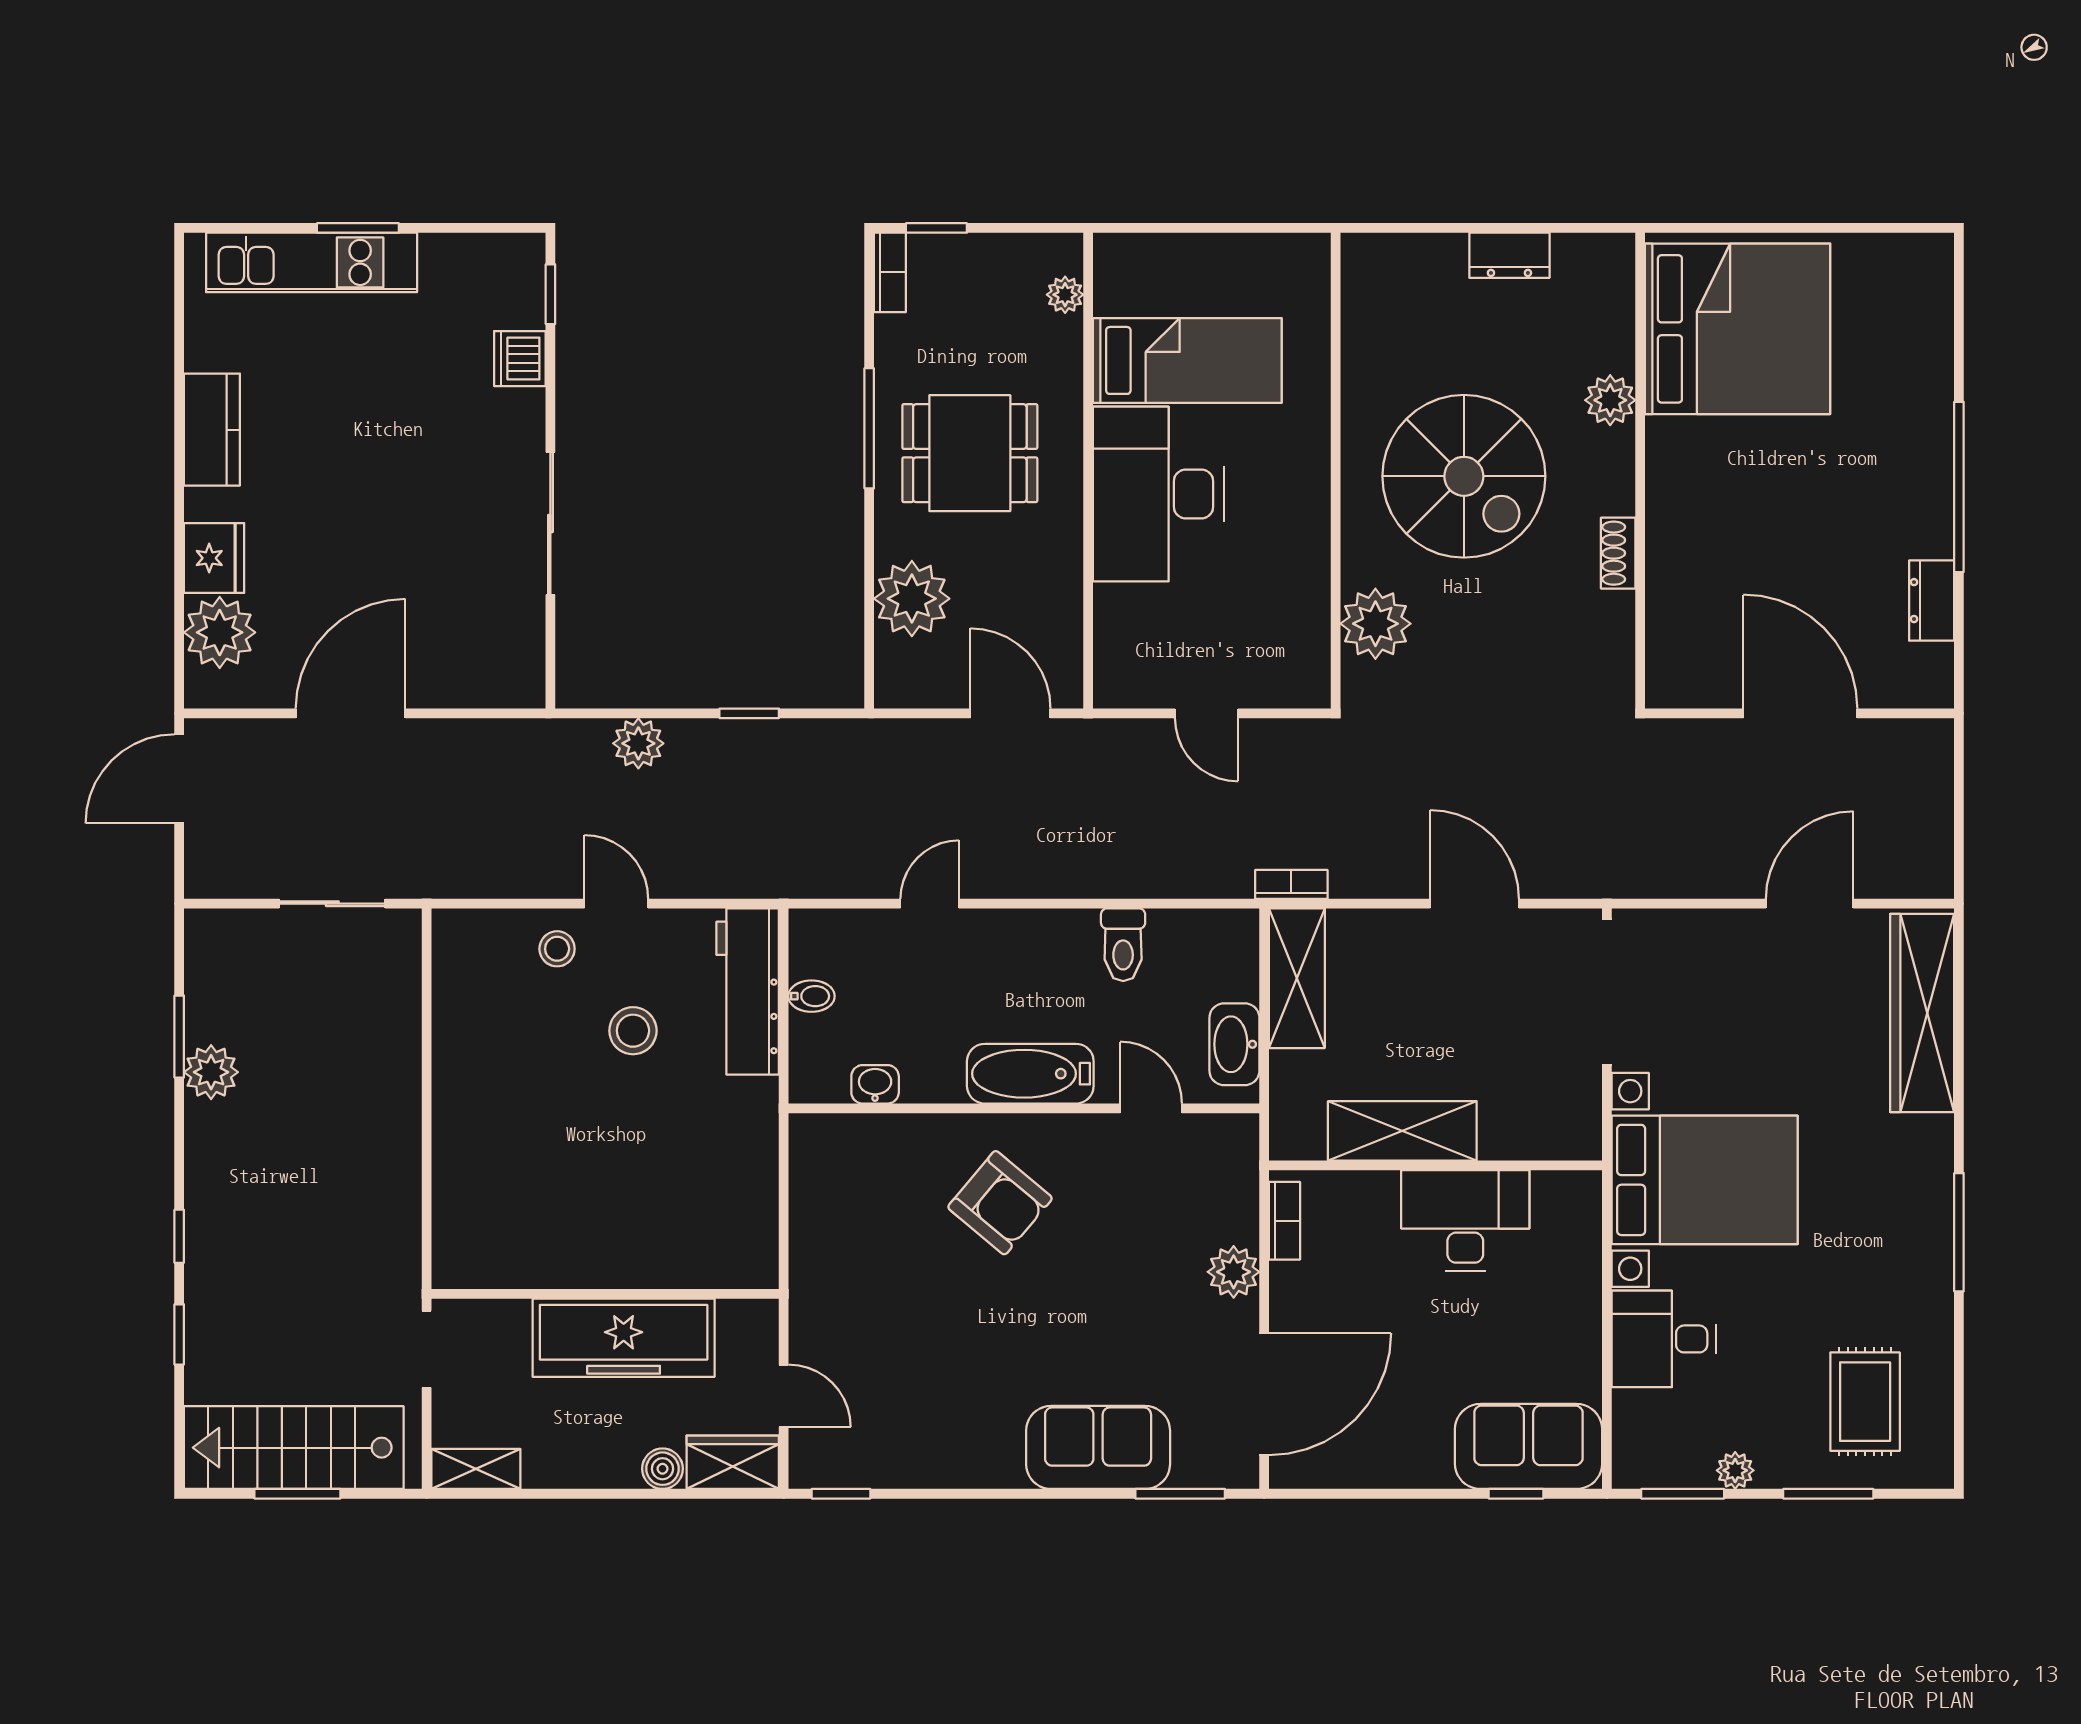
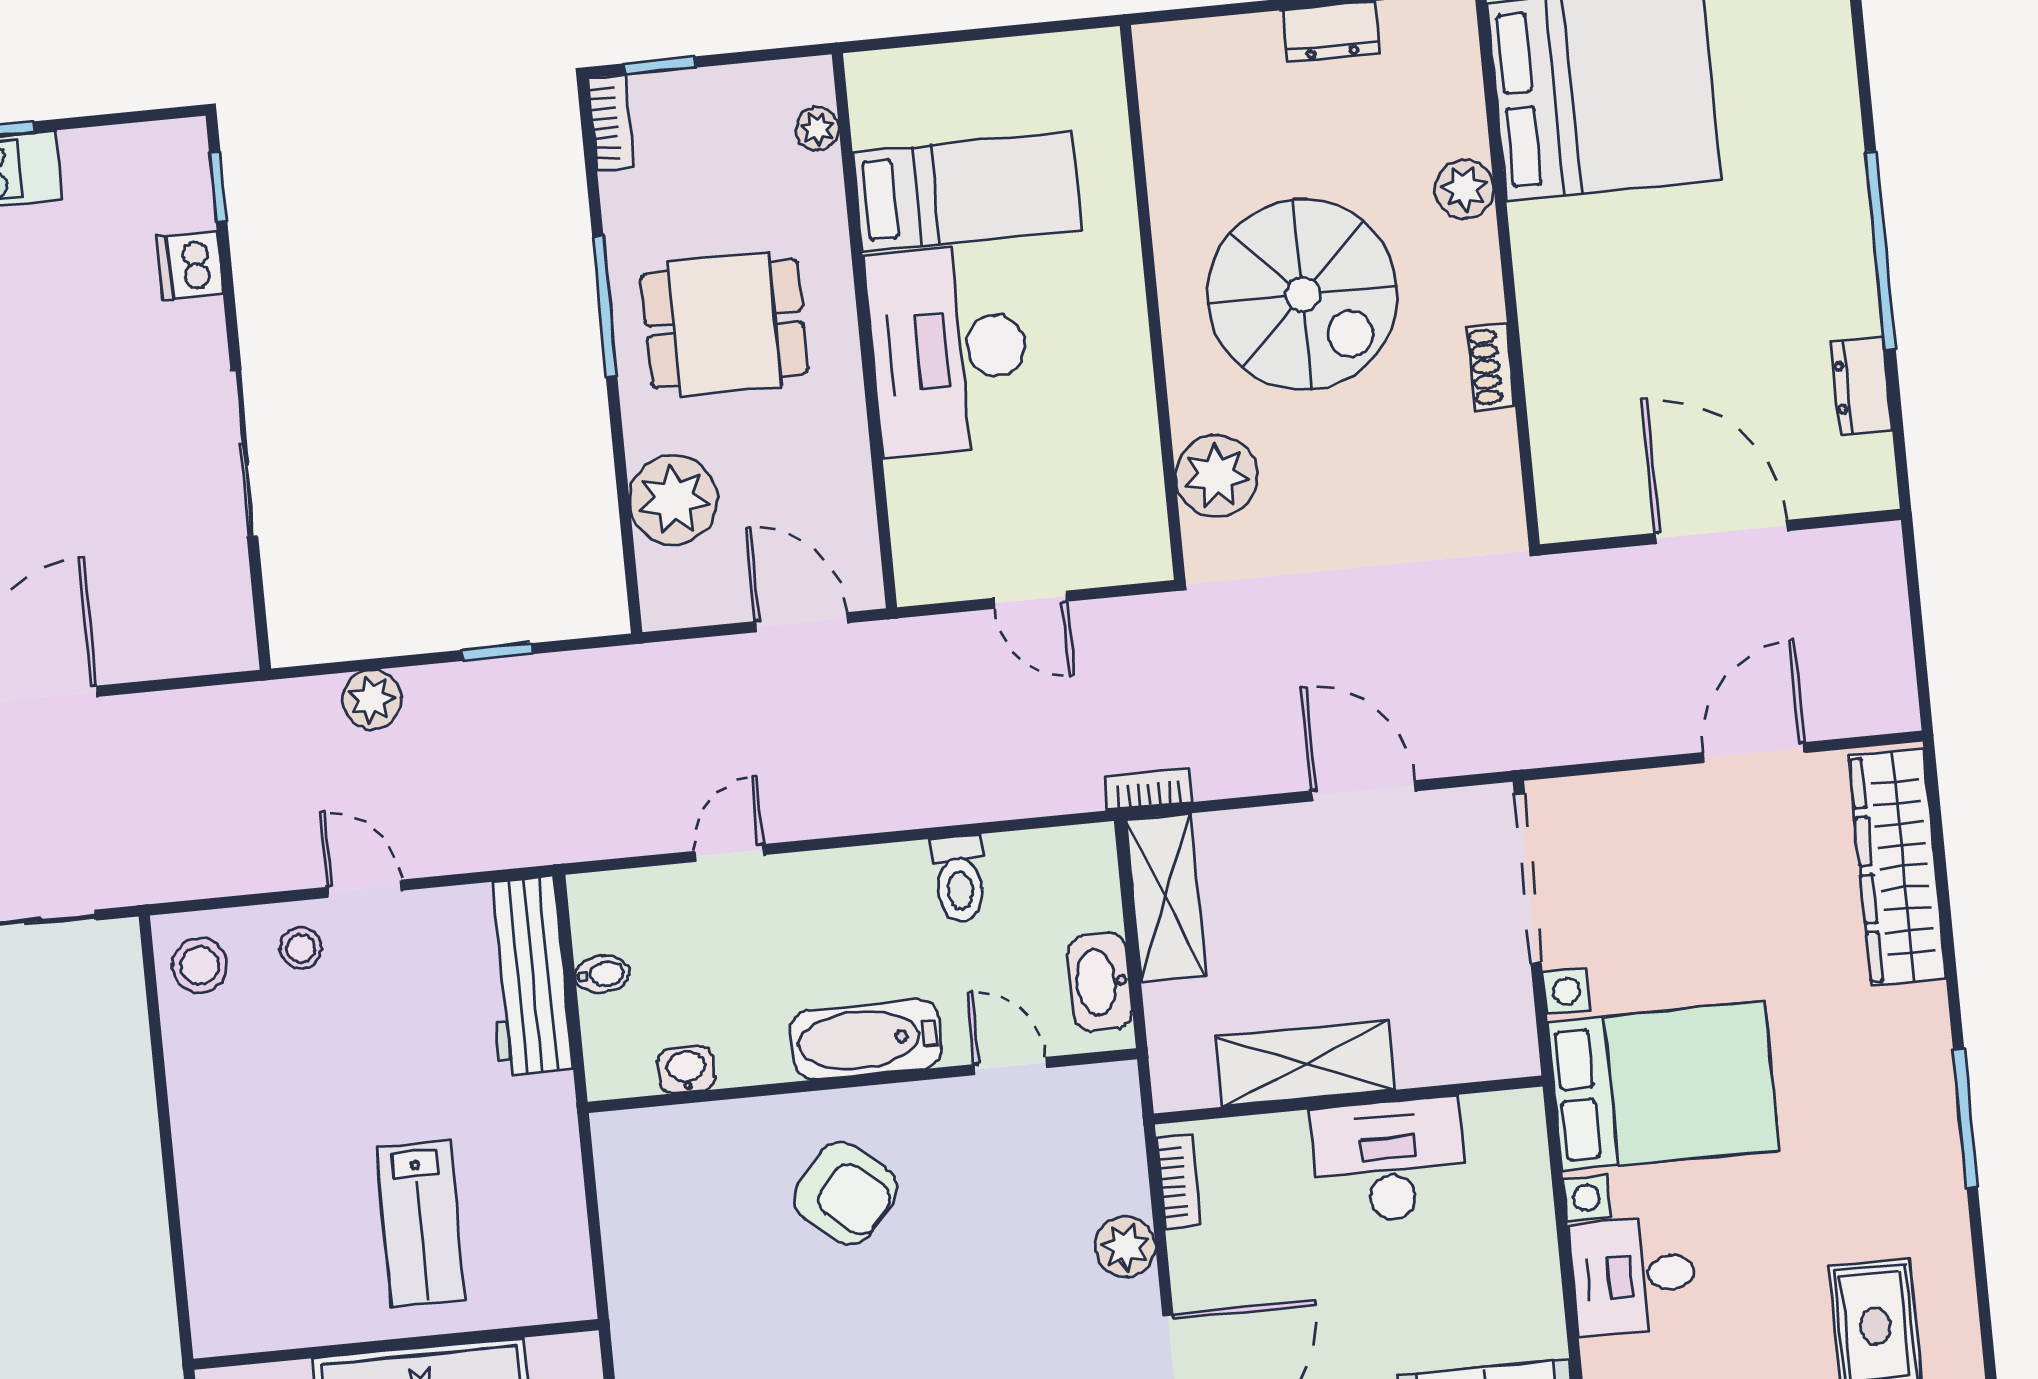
stool: (633, 1031) -> (200, 965), moved
lab bench: (636, 1193) -> (421, 1224), added

